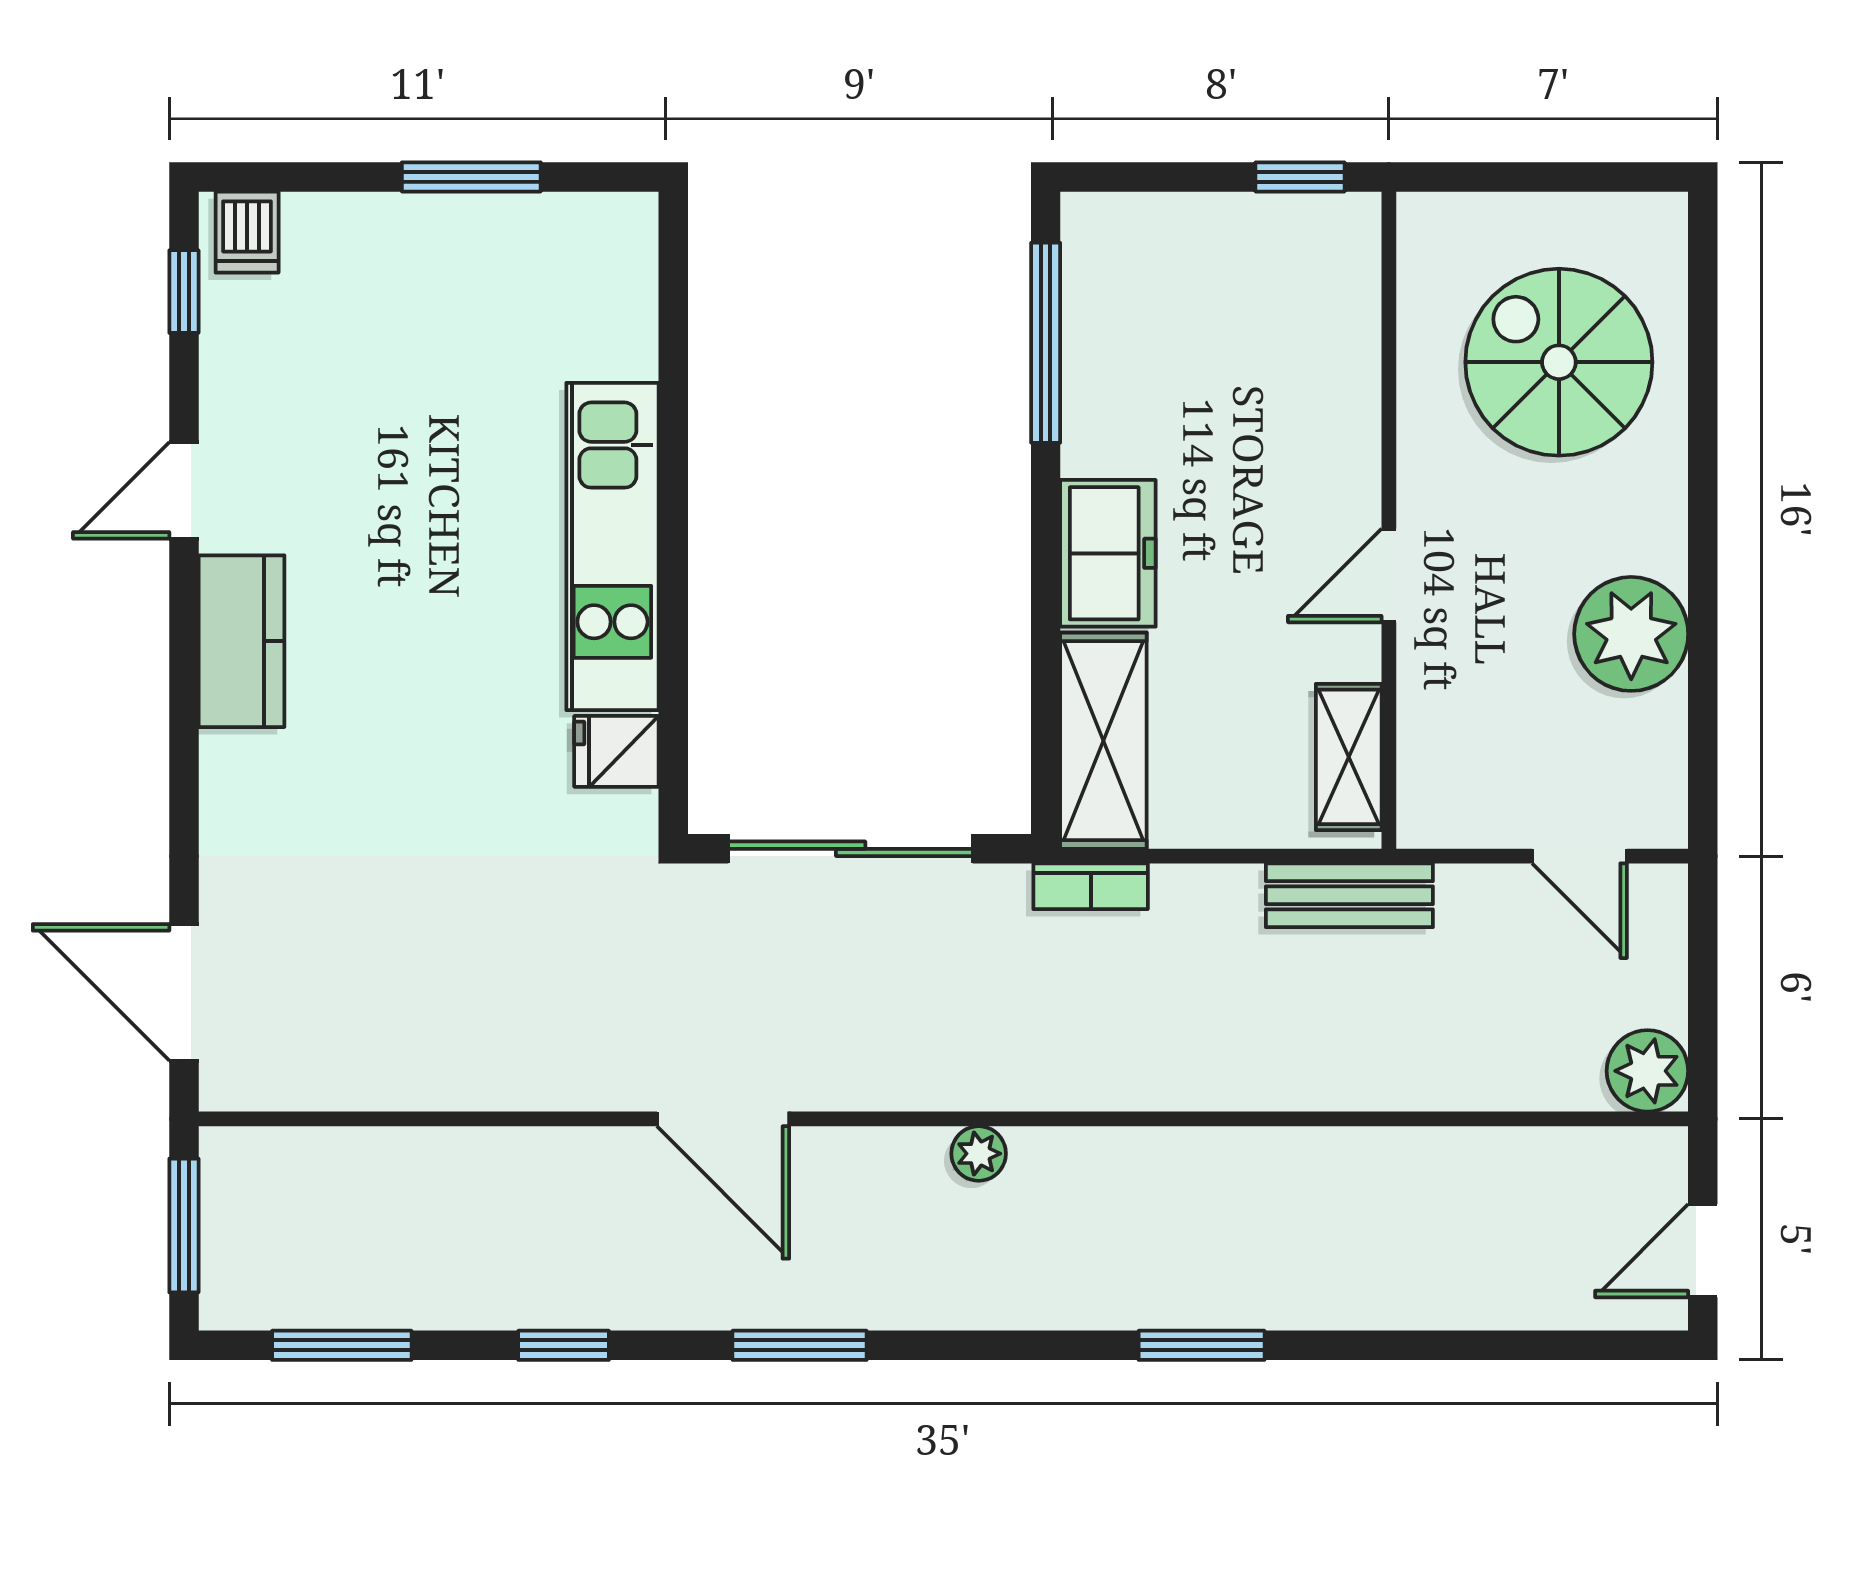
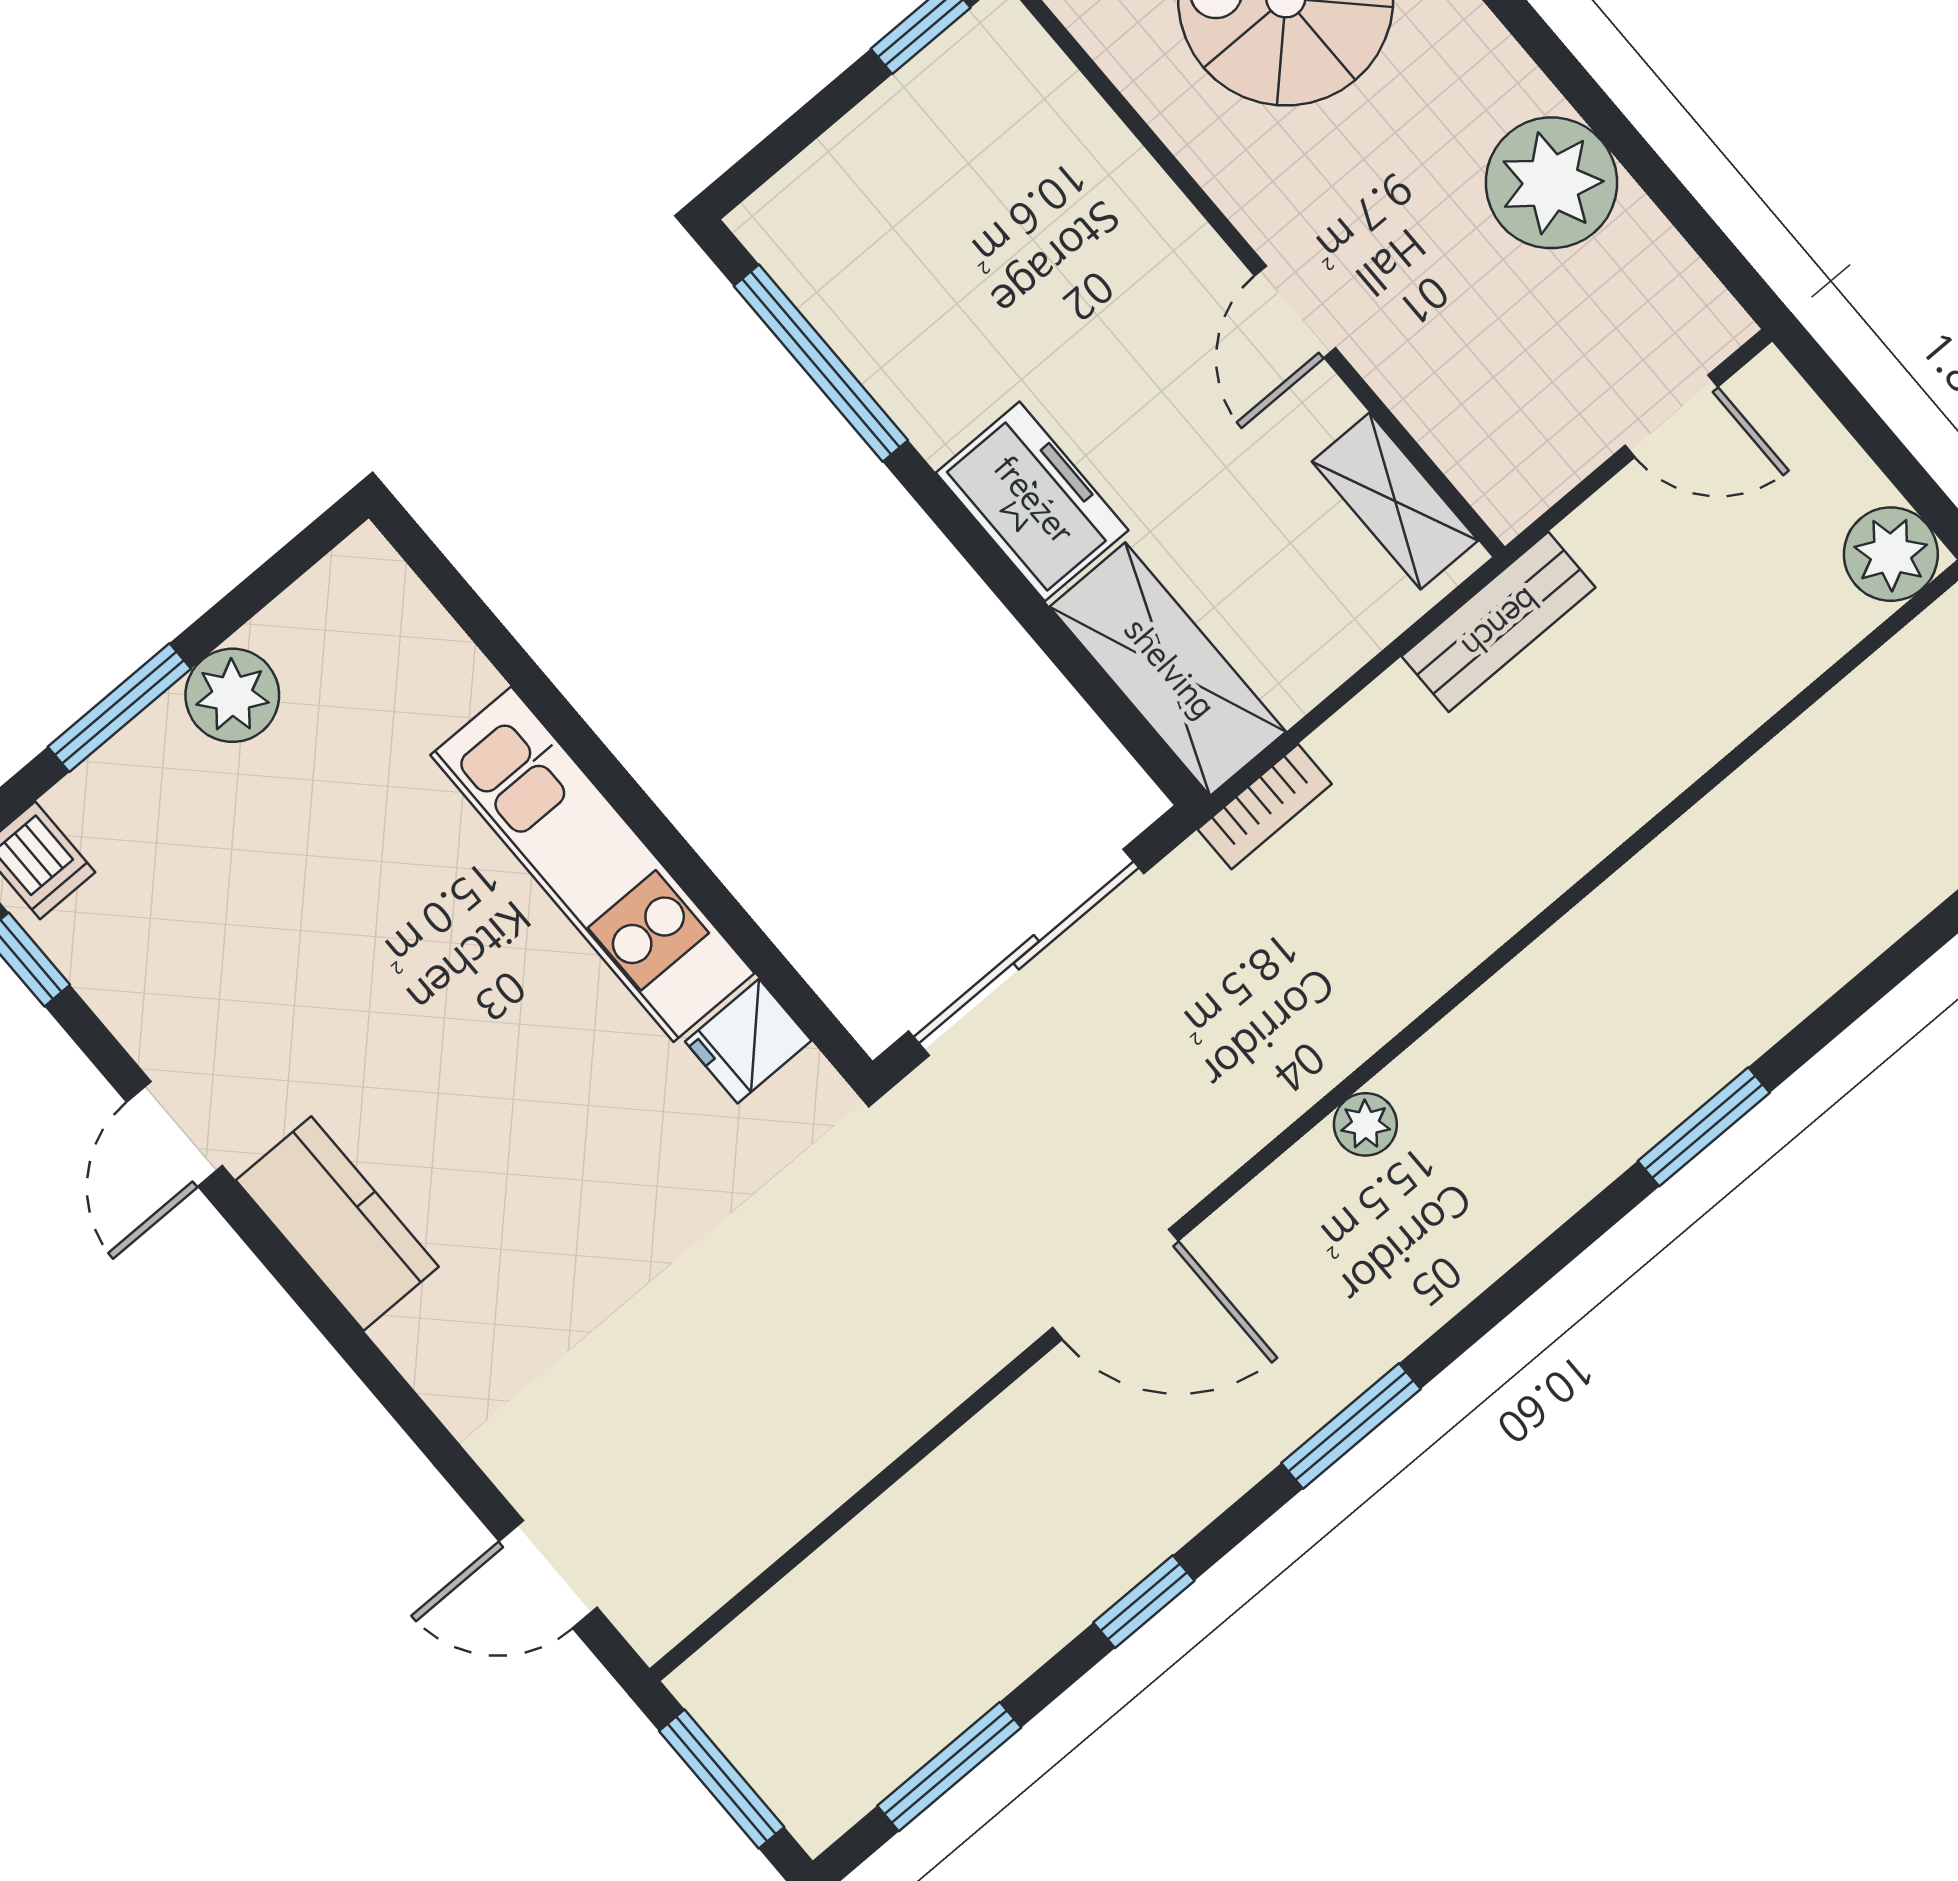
window: (471, 177) -> (119, 708), moved
plant: (469, 232) -> (232, 695), added
door: (184, 992) -> (548, 1574), width x0.73

